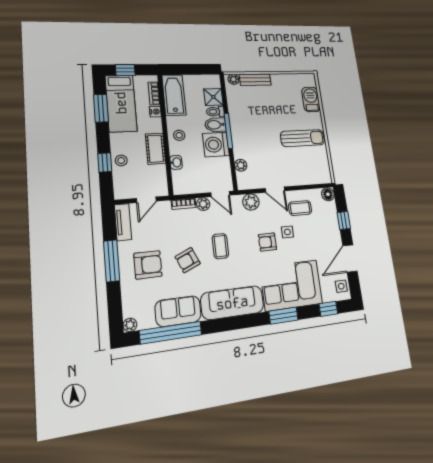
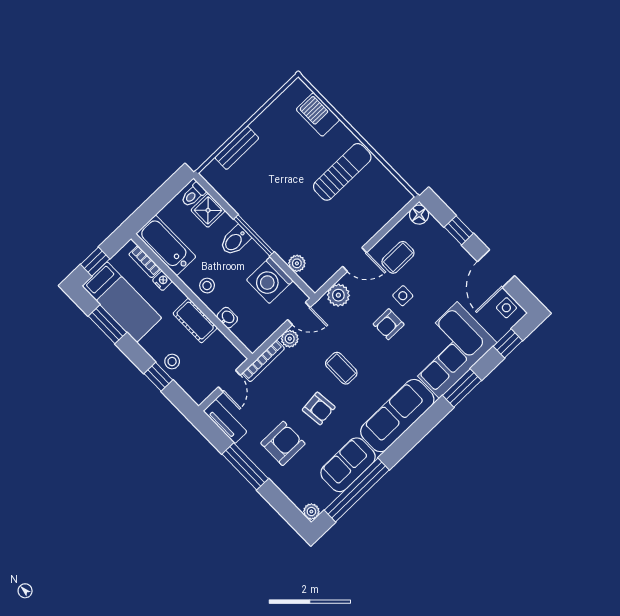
plant: (233, 79) -> (213, 169), removed
toilet: (215, 112) -> (193, 195), moved
washing machine: (216, 145) -> (270, 280), moved
bookcase: (184, 204) -> (263, 361), width x1.56
armchair: (188, 260) -> (319, 408), turned -72

